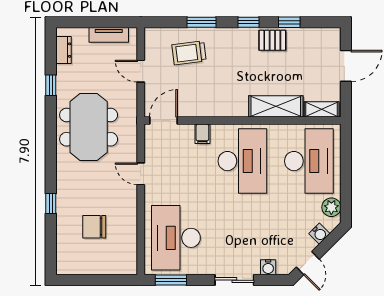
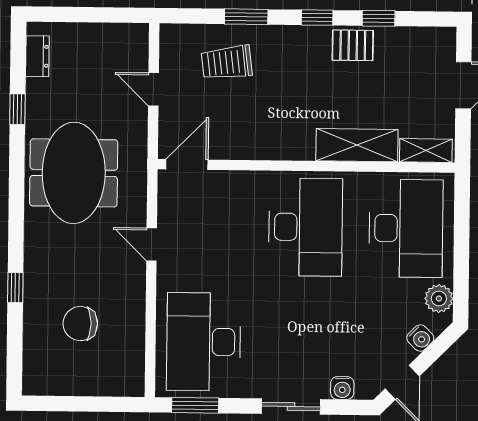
tv unit: (109, 35) -> (106, 34), removed
filing cabinet: (202, 134) -> (245, 185), removed

